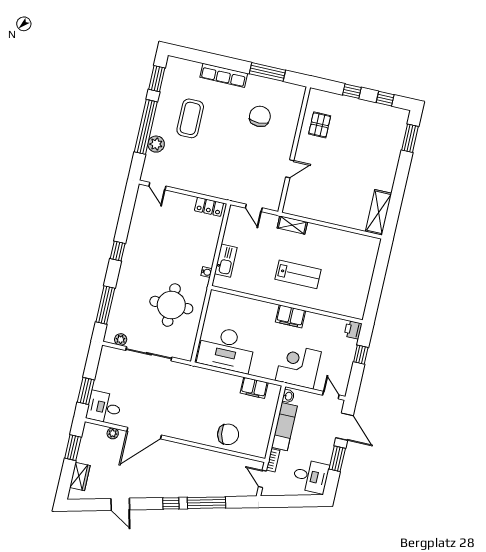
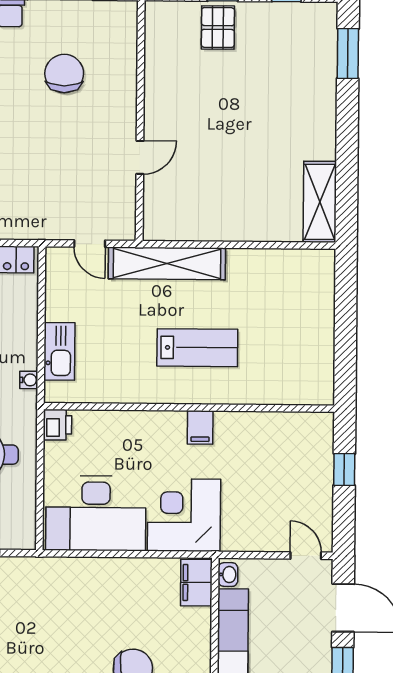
pallet: (320, 125) -> (218, 28), moved
shelving: (292, 225) -> (167, 263), width x2.20, depth x1.33
filing cabinet: (290, 316) -> (200, 427), width x0.50
printer: (353, 330) -> (58, 425), moved, turned 180
corner desk: (298, 366) -> (184, 515), moved
filing cabinet: (254, 388) -> (196, 583), moved, turned 90

